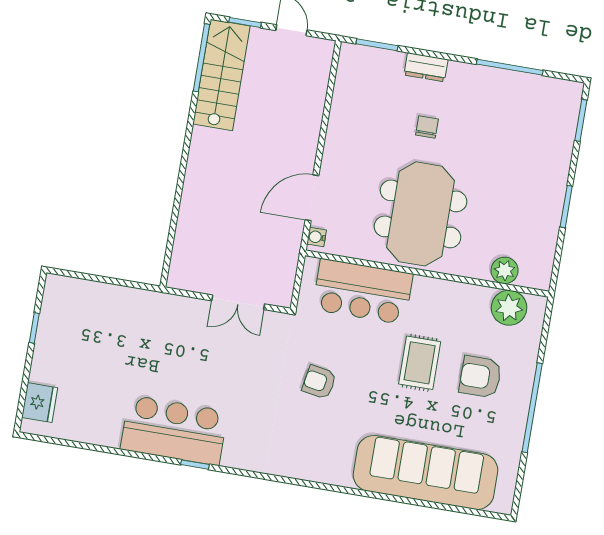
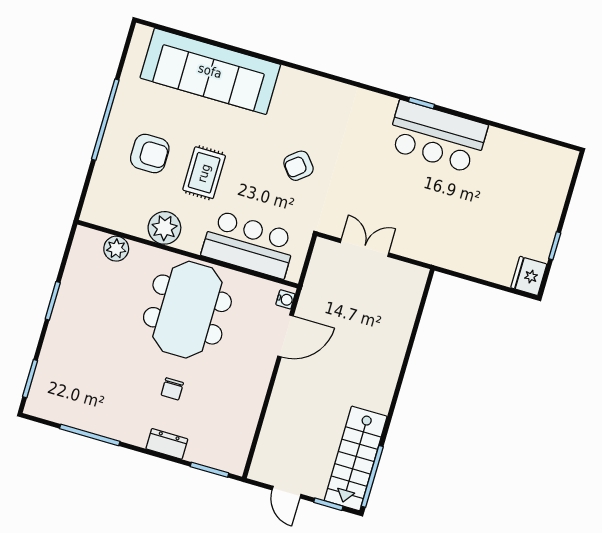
plant: (509, 308) -> (164, 228), moved
armchair: (319, 382) -> (298, 166), turned 131
fridge: (40, 403) -> (529, 276), moved

